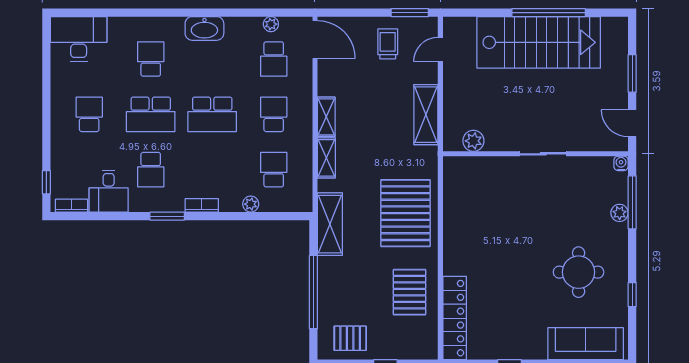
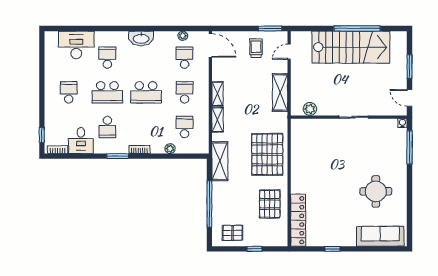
desk: (79, 39) -> (76, 45), moved
school desk: (274, 59) -> (185, 58), turned 180
plant: (620, 213) -> (402, 154), removed
window: (632, 295) -> (410, 205), removed

